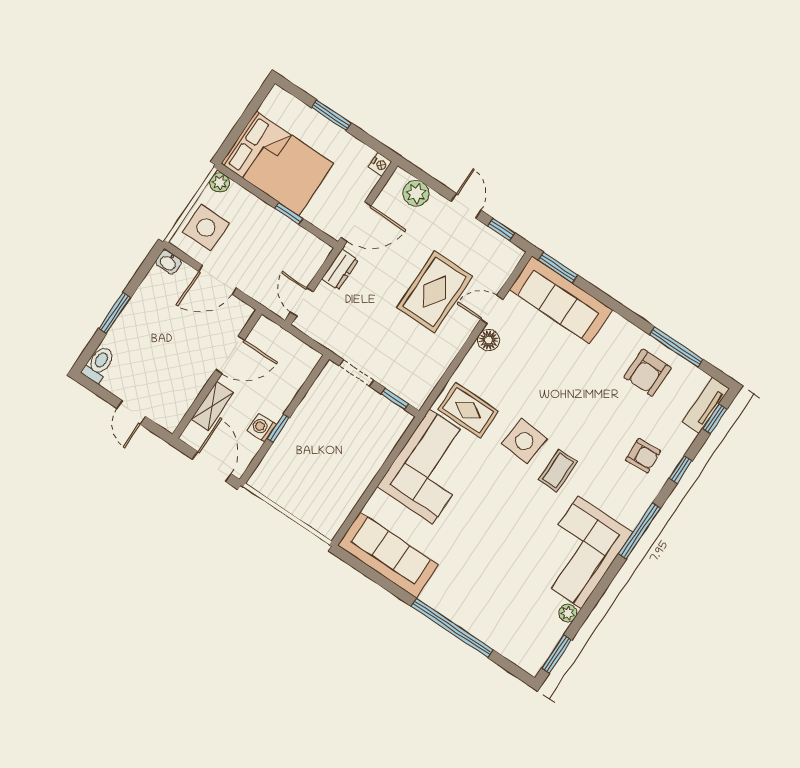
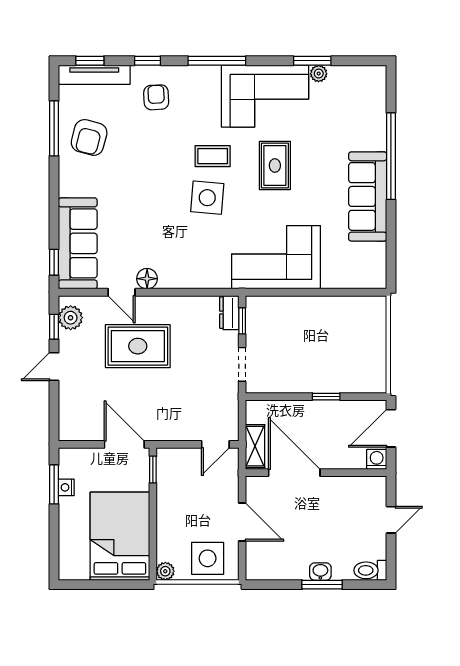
window: (331, 115) -> (54, 484), moved
nightstand: (380, 164) -> (66, 487), moved, turned -90
plant: (416, 193) -> (71, 318), moved
window: (289, 213) -> (153, 469), moved
washbasin: (168, 262) -> (320, 572), moved, turned -90
window: (558, 268) -> (54, 262), width x0.67
dresser: (340, 270) -> (229, 313), moved, turned -90
door: (230, 355) -> (294, 473), width x1.36
armchair: (647, 373) -> (89, 137), turned 105
tv unit: (706, 405) -> (94, 75), width x1.41
shelving: (212, 406) -> (255, 446), moved, turned 90
rug: (468, 410) -> (275, 166), moved
washing machine: (262, 427) -> (377, 459), moved, turned 180
sofa: (388, 555) -> (368, 196), moved
window: (557, 654) -> (312, 61), moved

